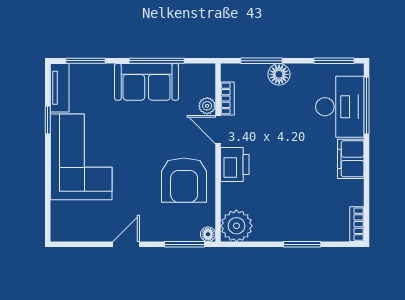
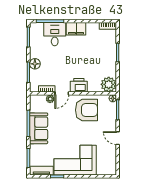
desk: (340, 107) -> (55, 34), width x0.73

